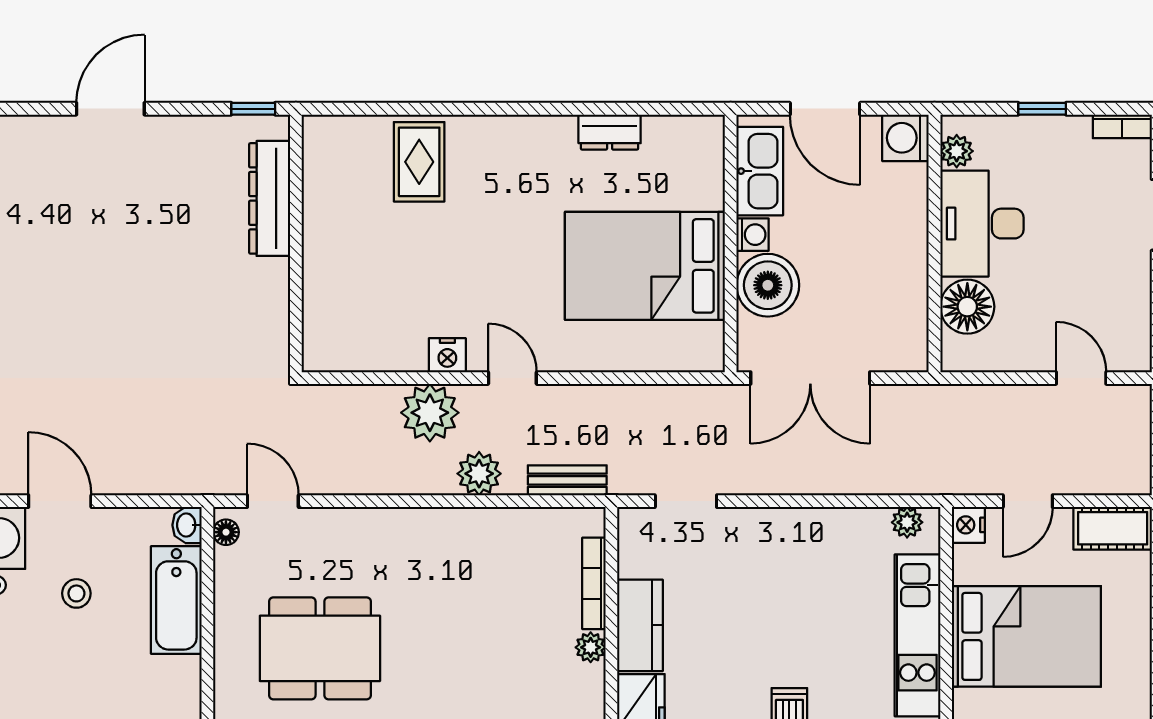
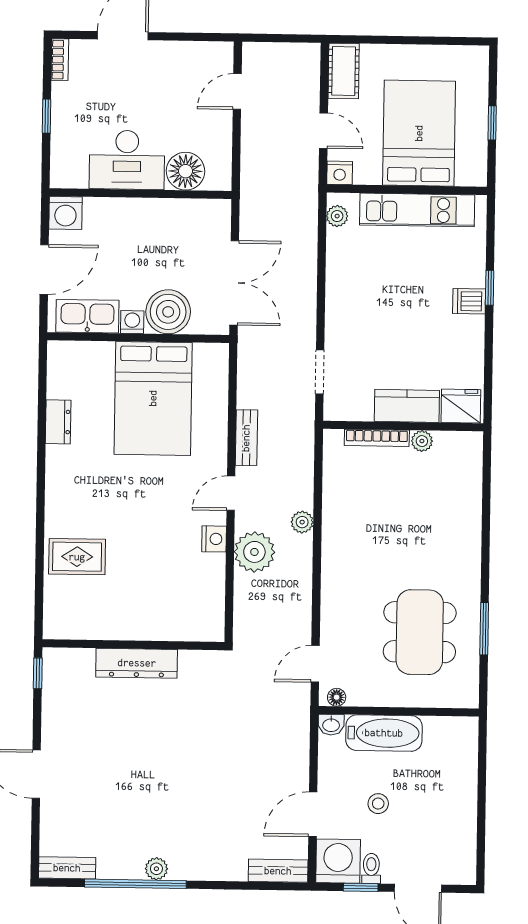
plant: (957, 151) -> (76, 177), removed
dresser: (270, 198) -> (137, 663), moved
plant: (479, 474) -> (302, 522), width x0.73, depth x0.73
bench: (567, 480) -> (246, 438), moved

